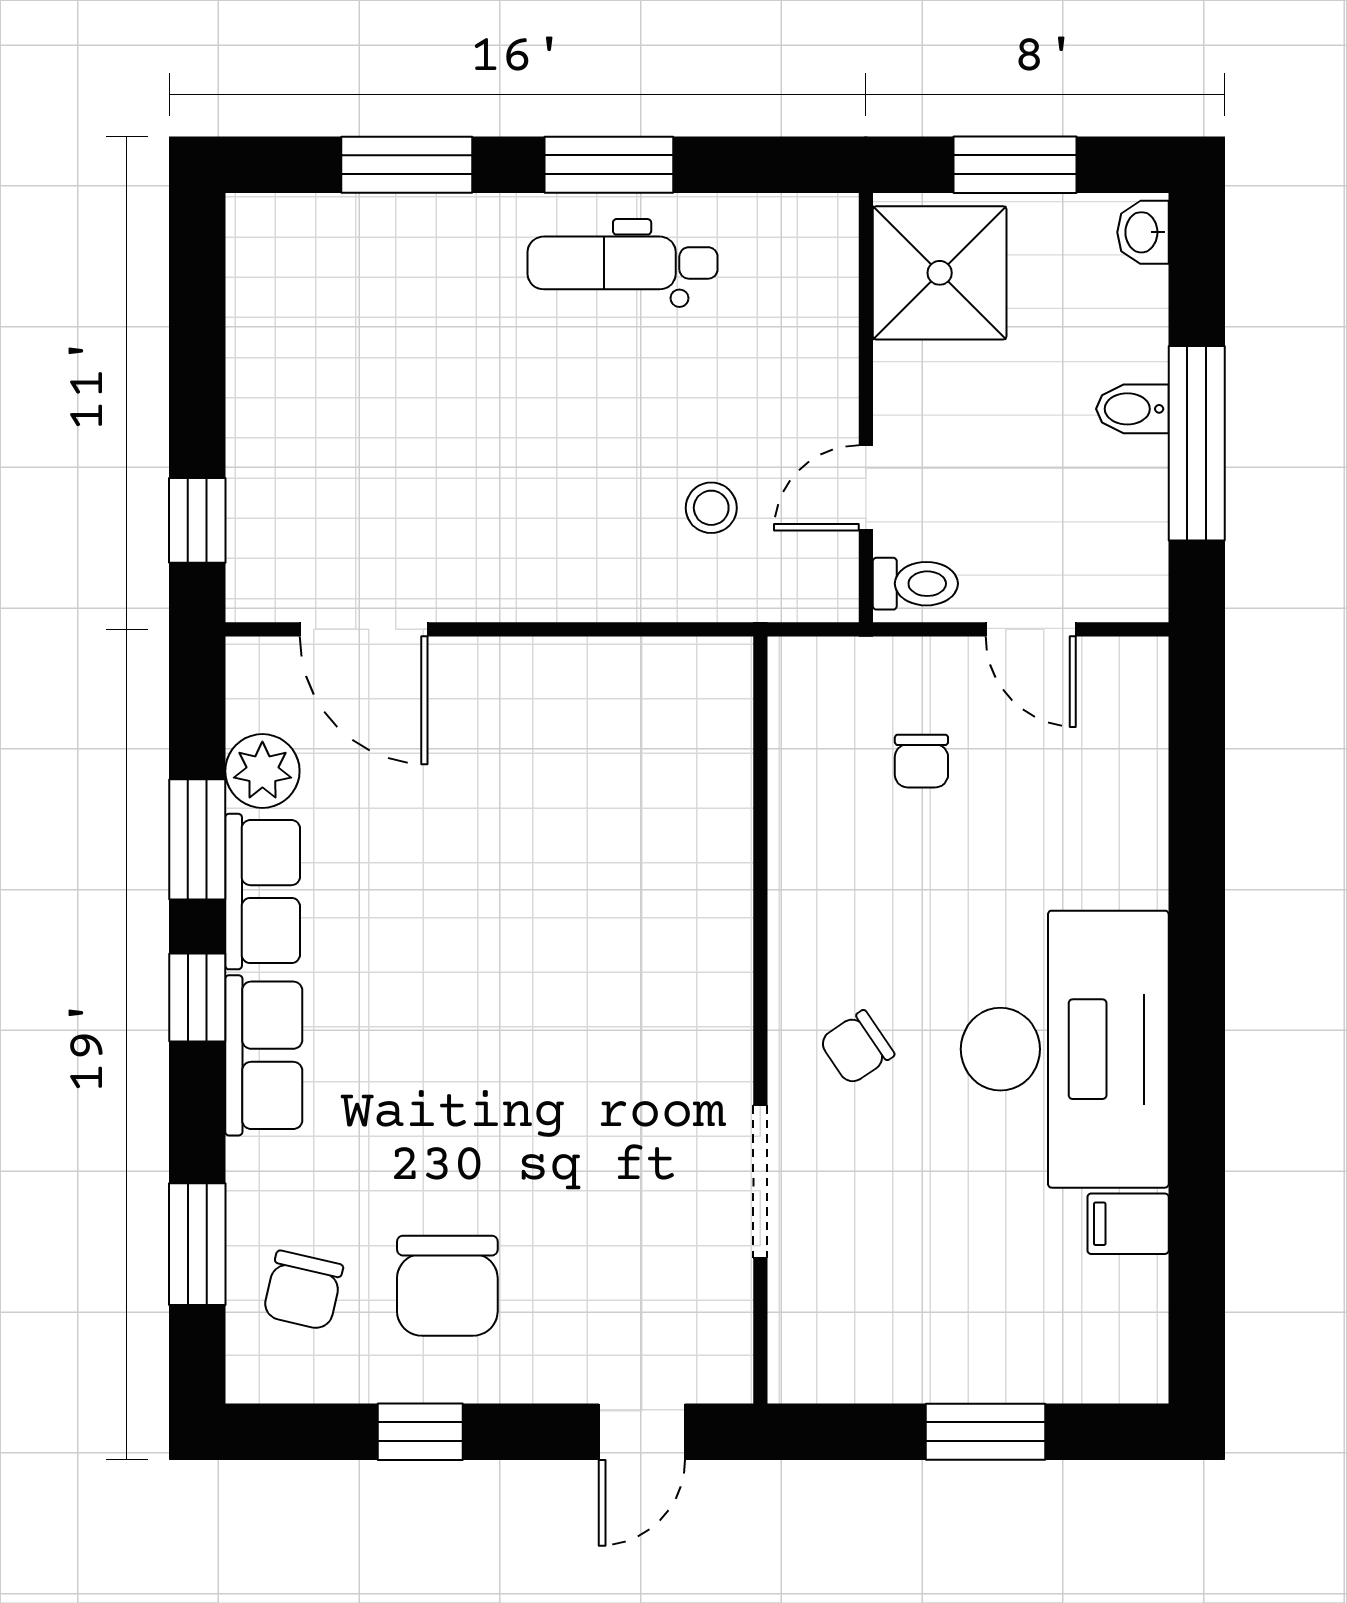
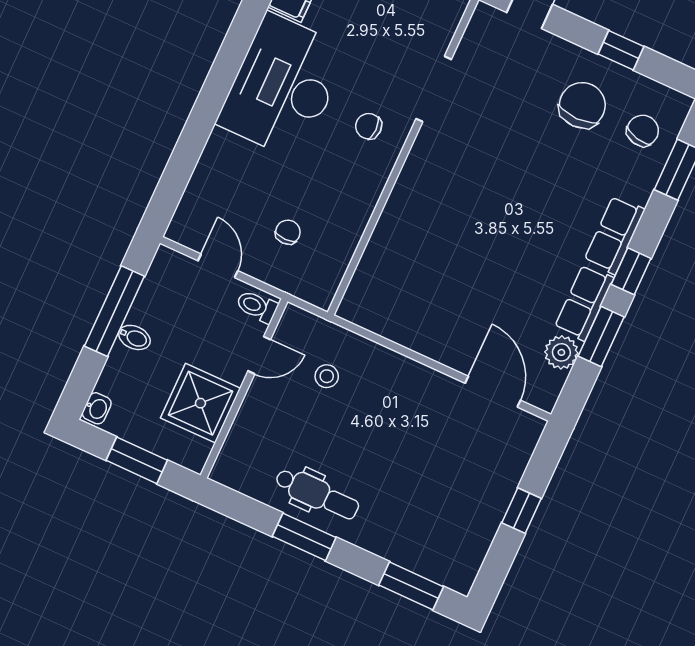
window: (407, 165) -> (411, 586), moved
shower: (940, 273) -> (200, 403), moved
window: (197, 520) -> (521, 511), moved
chair: (857, 1048) -> (369, 126), turned -146

